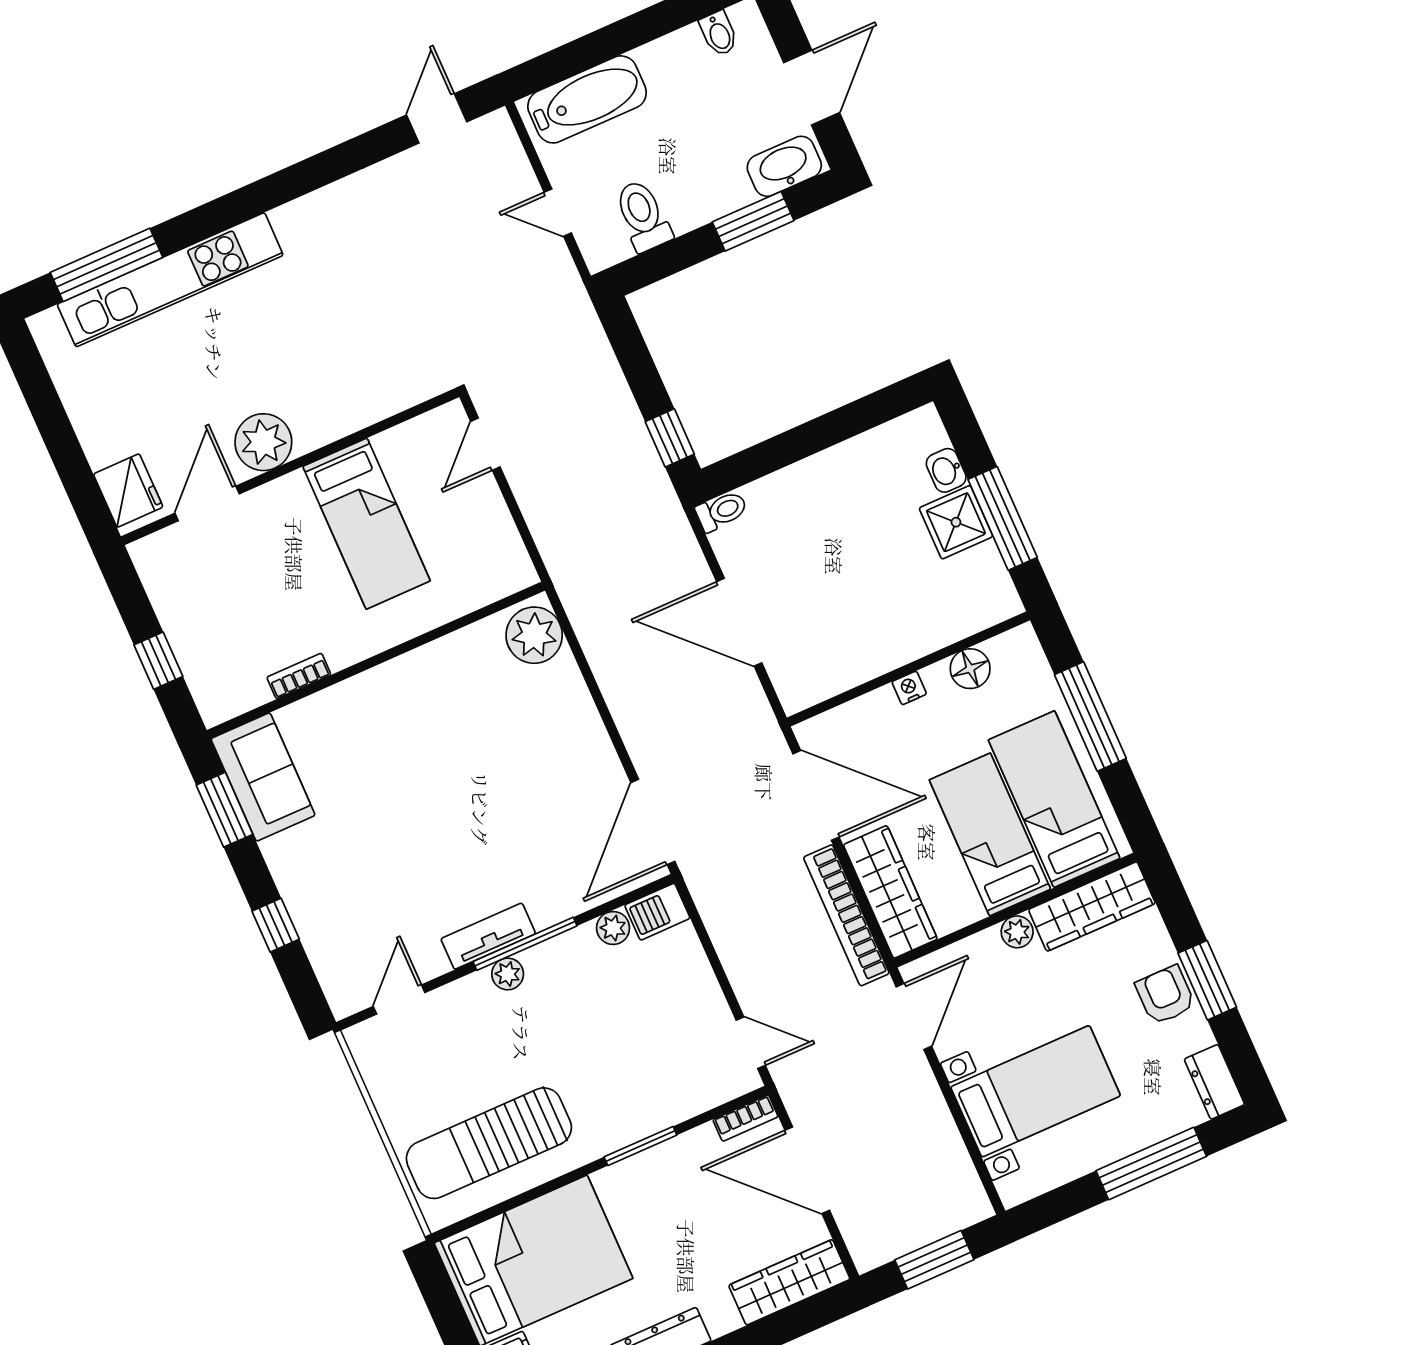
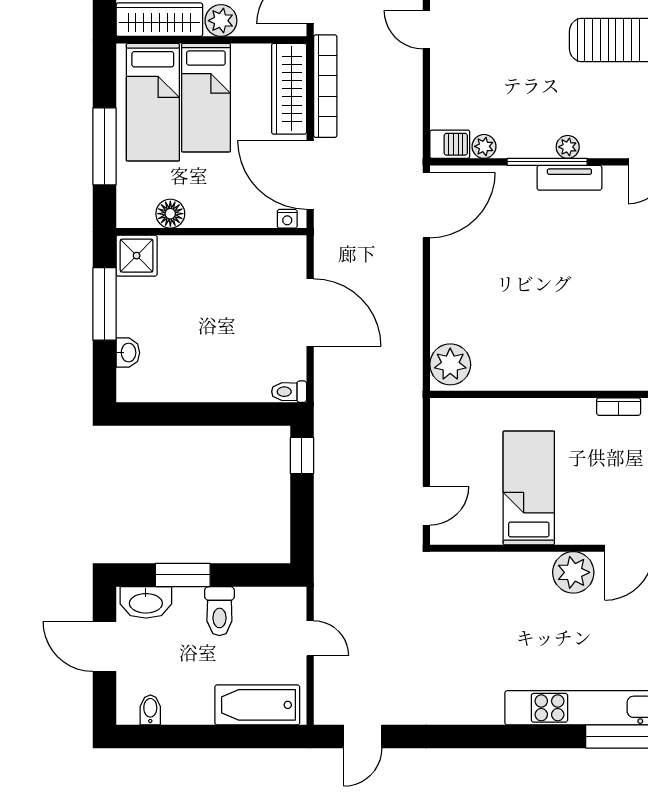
door: (812, 88) -> (104, 647), hinge flipped
toilet: (643, 216) -> (219, 611), moved
shower: (956, 522) -> (137, 256), moved
nightstand: (909, 688) -> (287, 219), moved
plant: (1017, 932) -> (221, 21), width x1.38, depth x1.38

